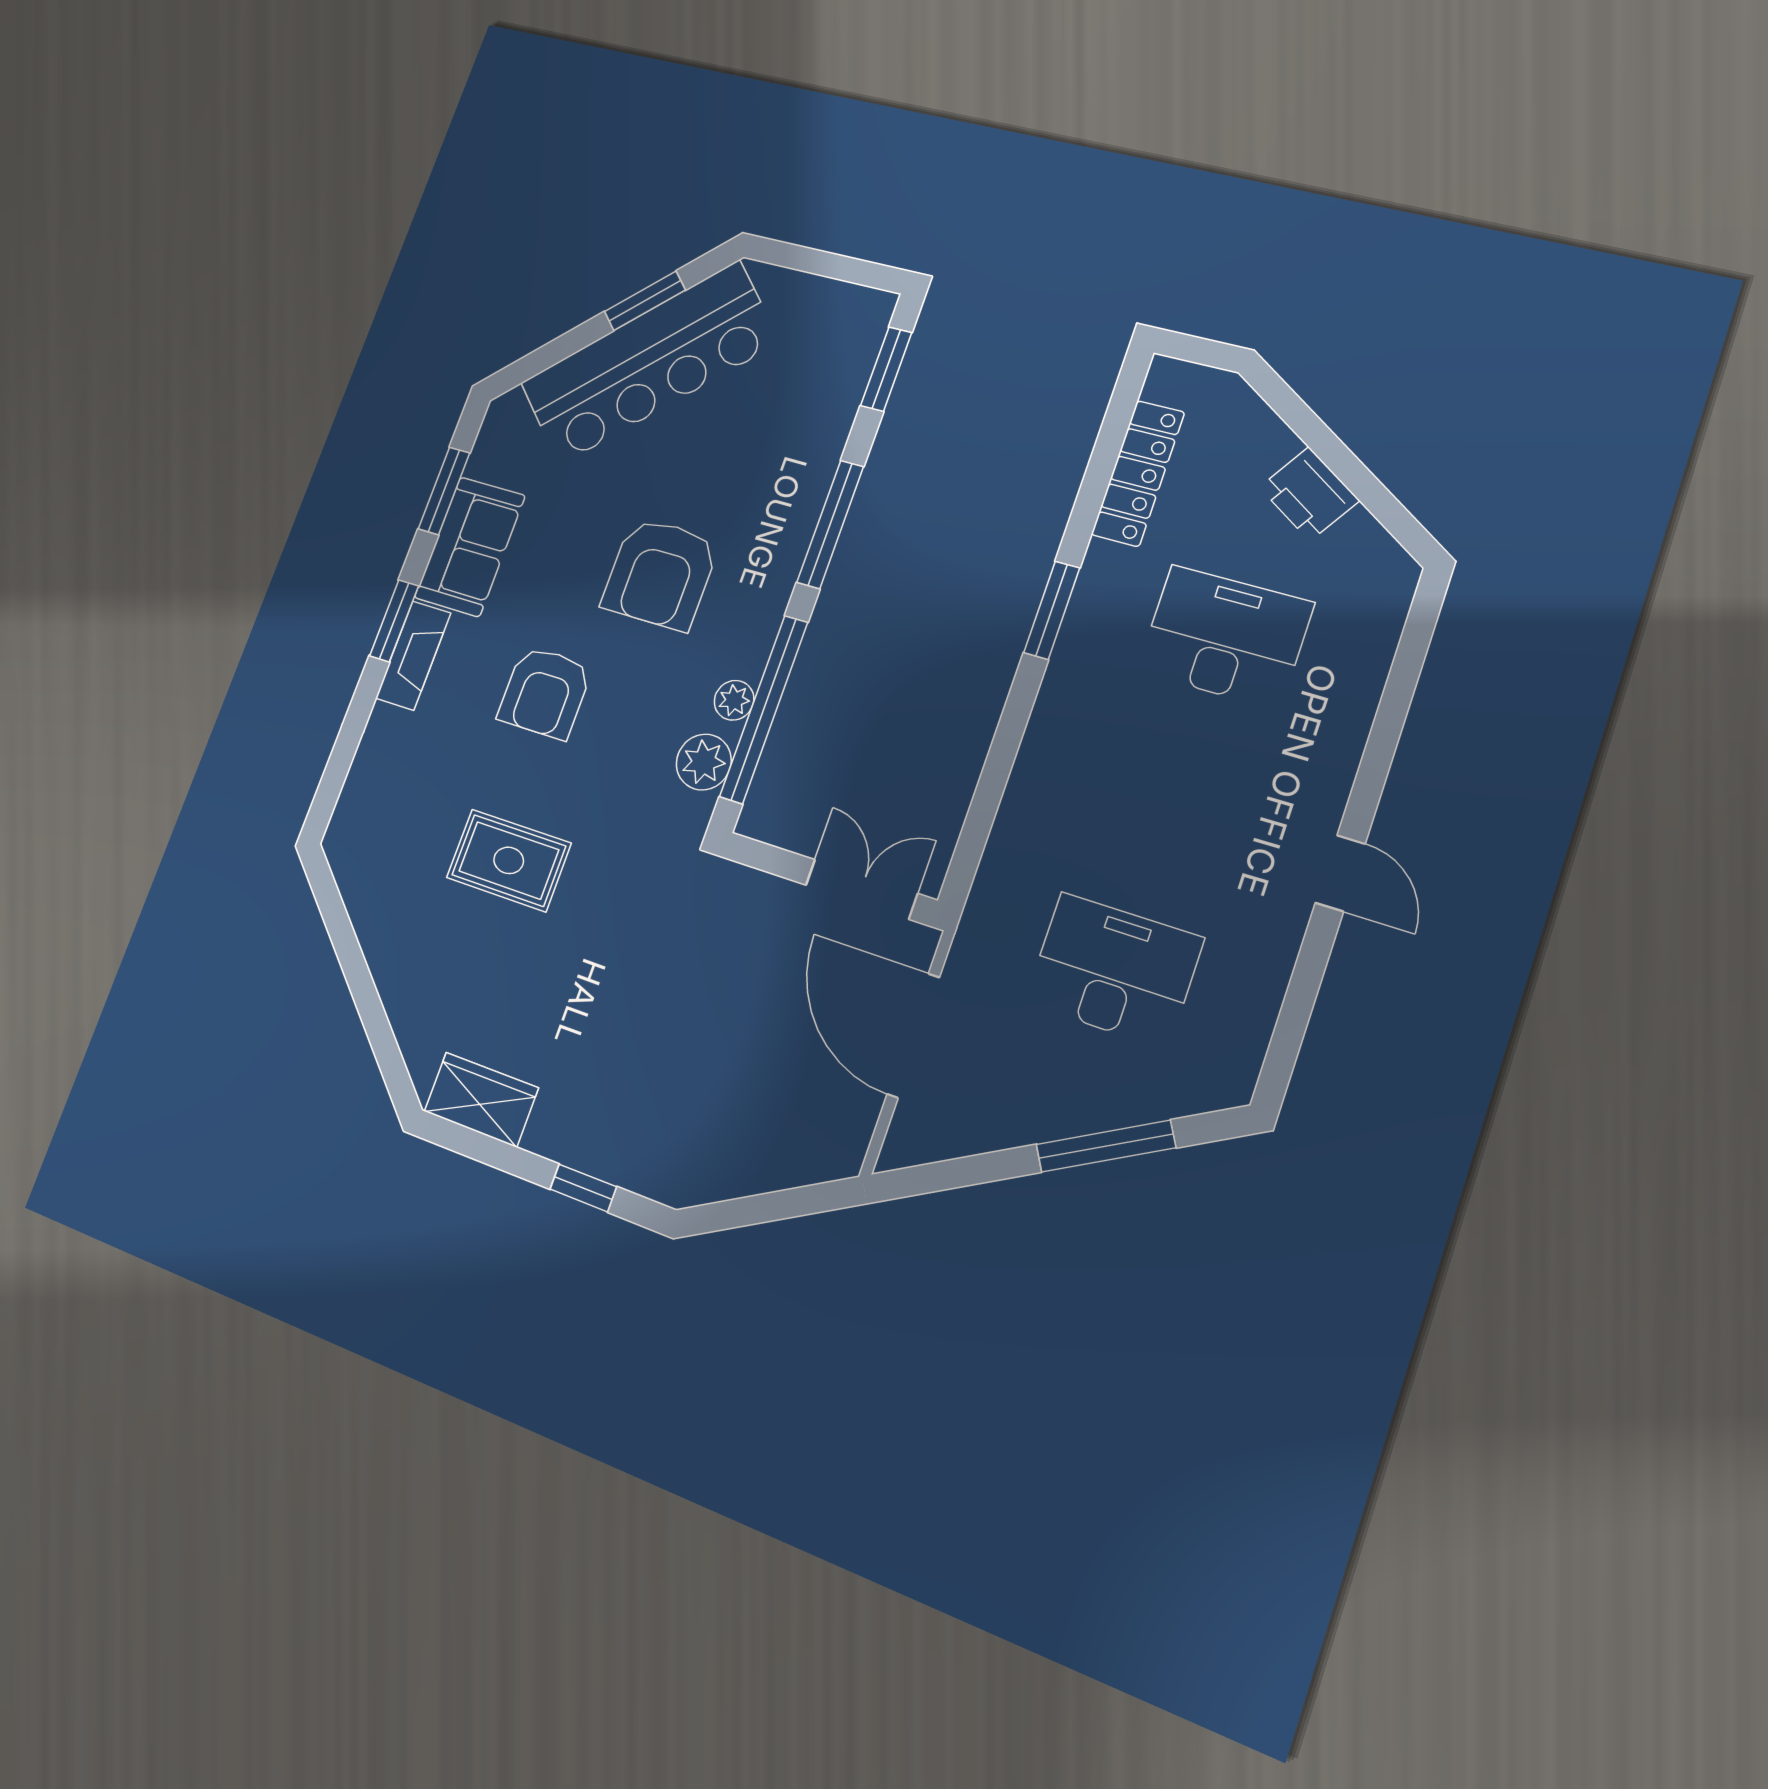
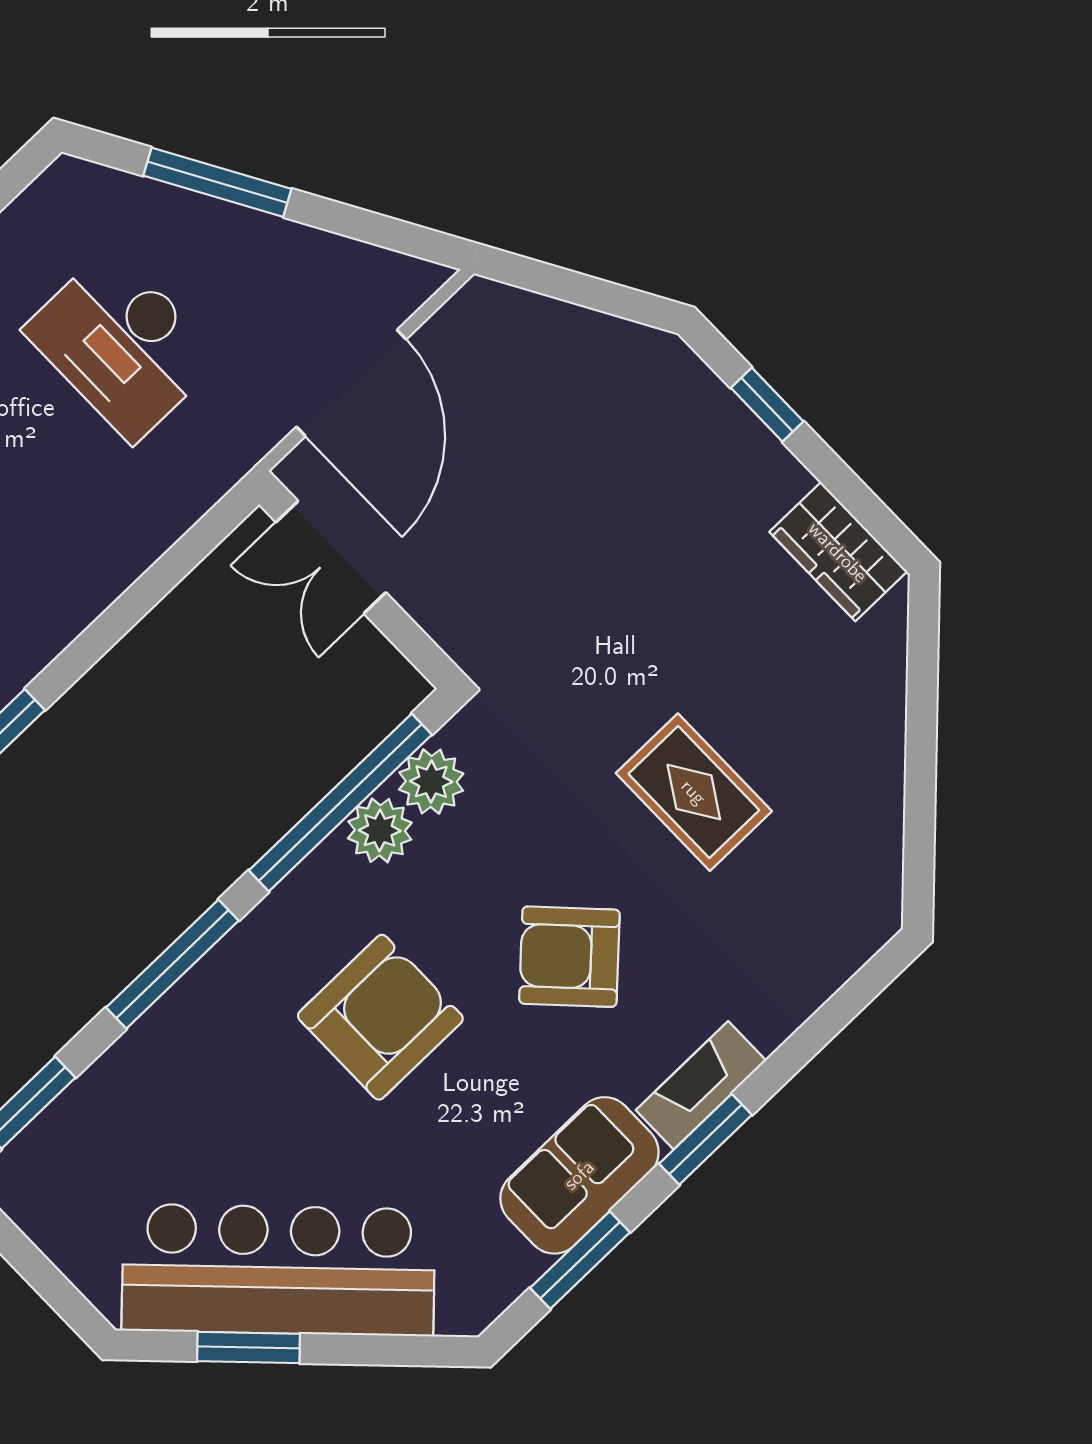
armchair: (545, 692) -> (569, 957), turned -134
plant: (734, 700) -> (380, 830), width x1.38, depth x1.38

